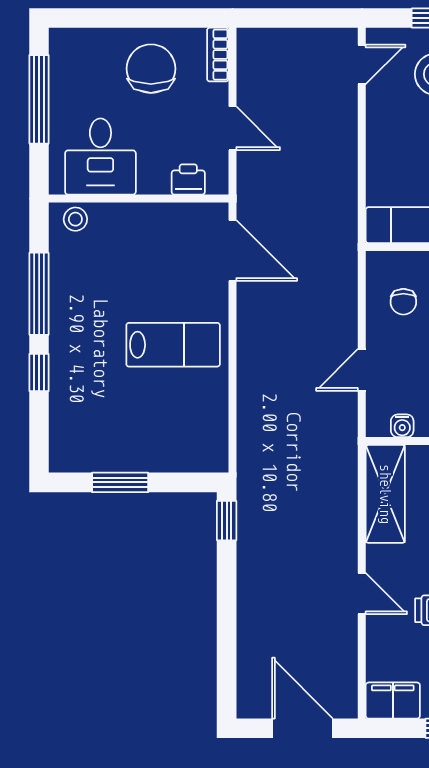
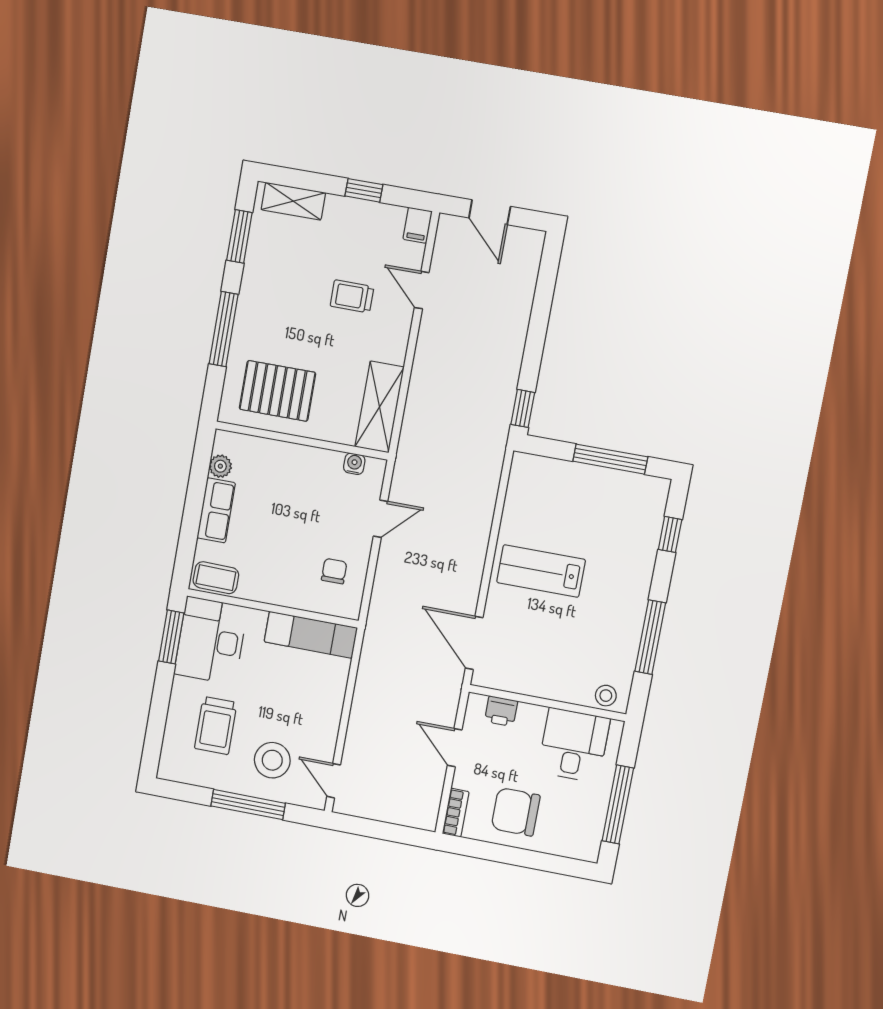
door: (362, 64) -> (334, 781), hinge flipped
chair: (151, 69) -> (516, 812), turned 90
window: (39, 373) -> (670, 534), moved
window: (120, 482) -> (610, 459), width x1.44
door: (362, 594) -> (422, 290), moved
filing cabinet: (393, 701) -> (417, 225), width x0.50
door: (303, 728) -> (490, 212), width x0.73

